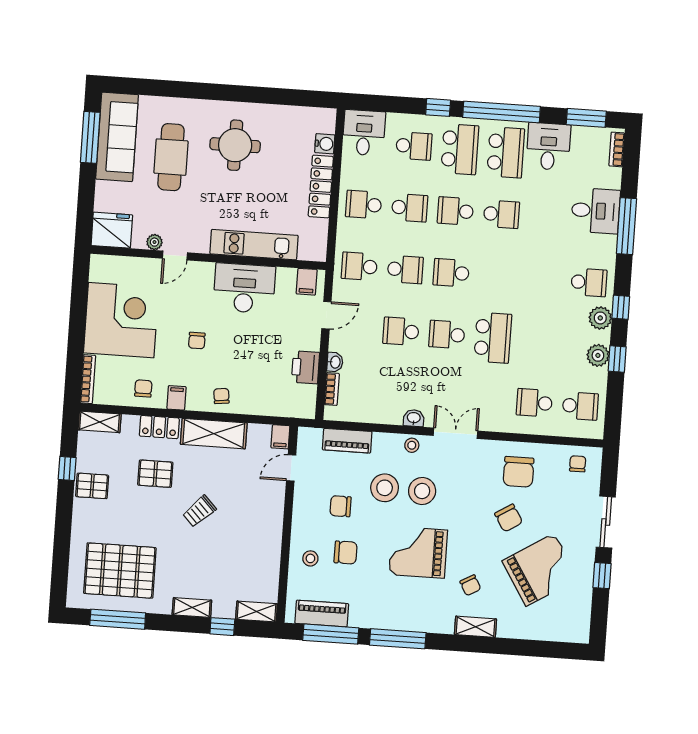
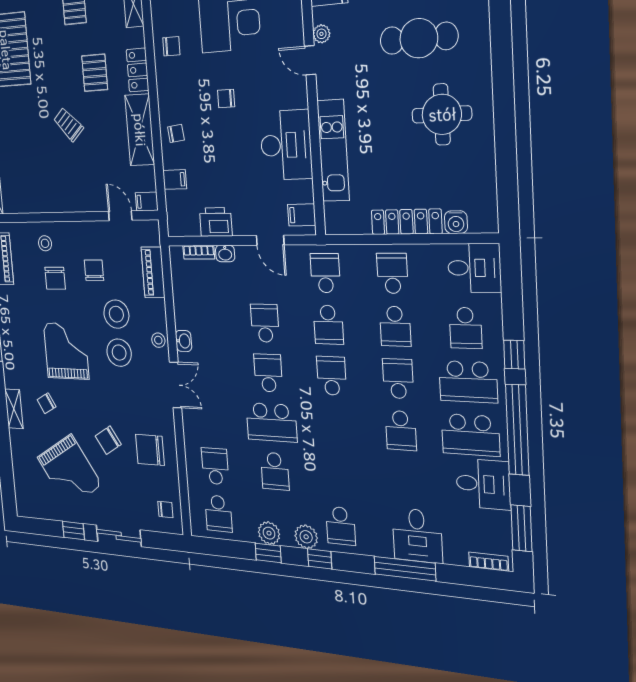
school desk: (539, 341) -> (275, 471), added
filing cabinet: (176, 398) -> (175, 180), moved

